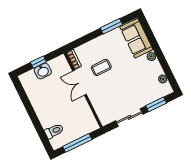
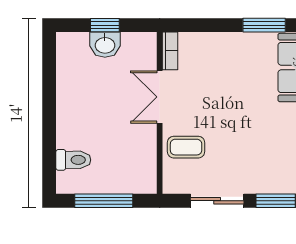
coffee table: (101, 67) -> (186, 147), moved

